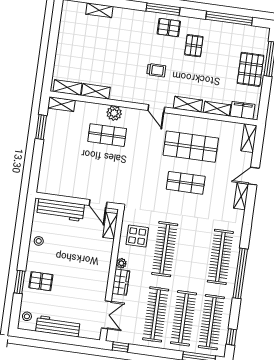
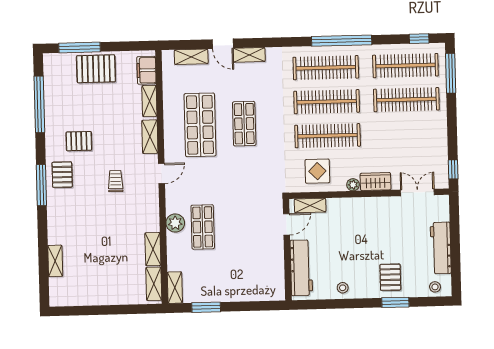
shelving: (249, 138) -> (191, 57), moved
clothes rail: (156, 314) -> (327, 102), moved

